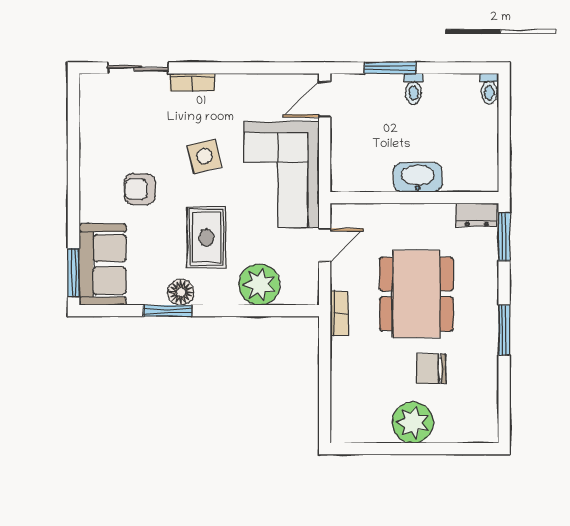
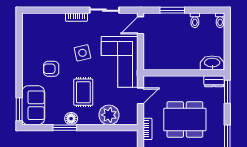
sliding door: (138, 68) -> (104, 10), moved
toilet: (413, 89) -> (195, 20), moved
washbasin: (418, 177) -> (212, 63), moved
dining table: (416, 294) -> (185, 119), turned 90

